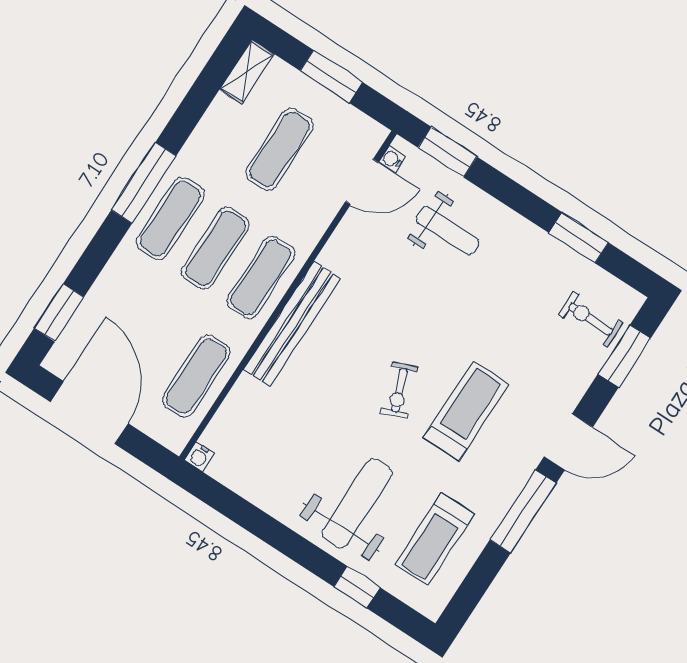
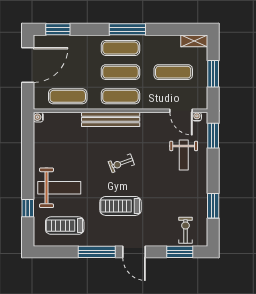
exercise bike: (399, 390) -> (121, 163), moved
treadmill: (466, 411) -> (121, 206), turned 180

